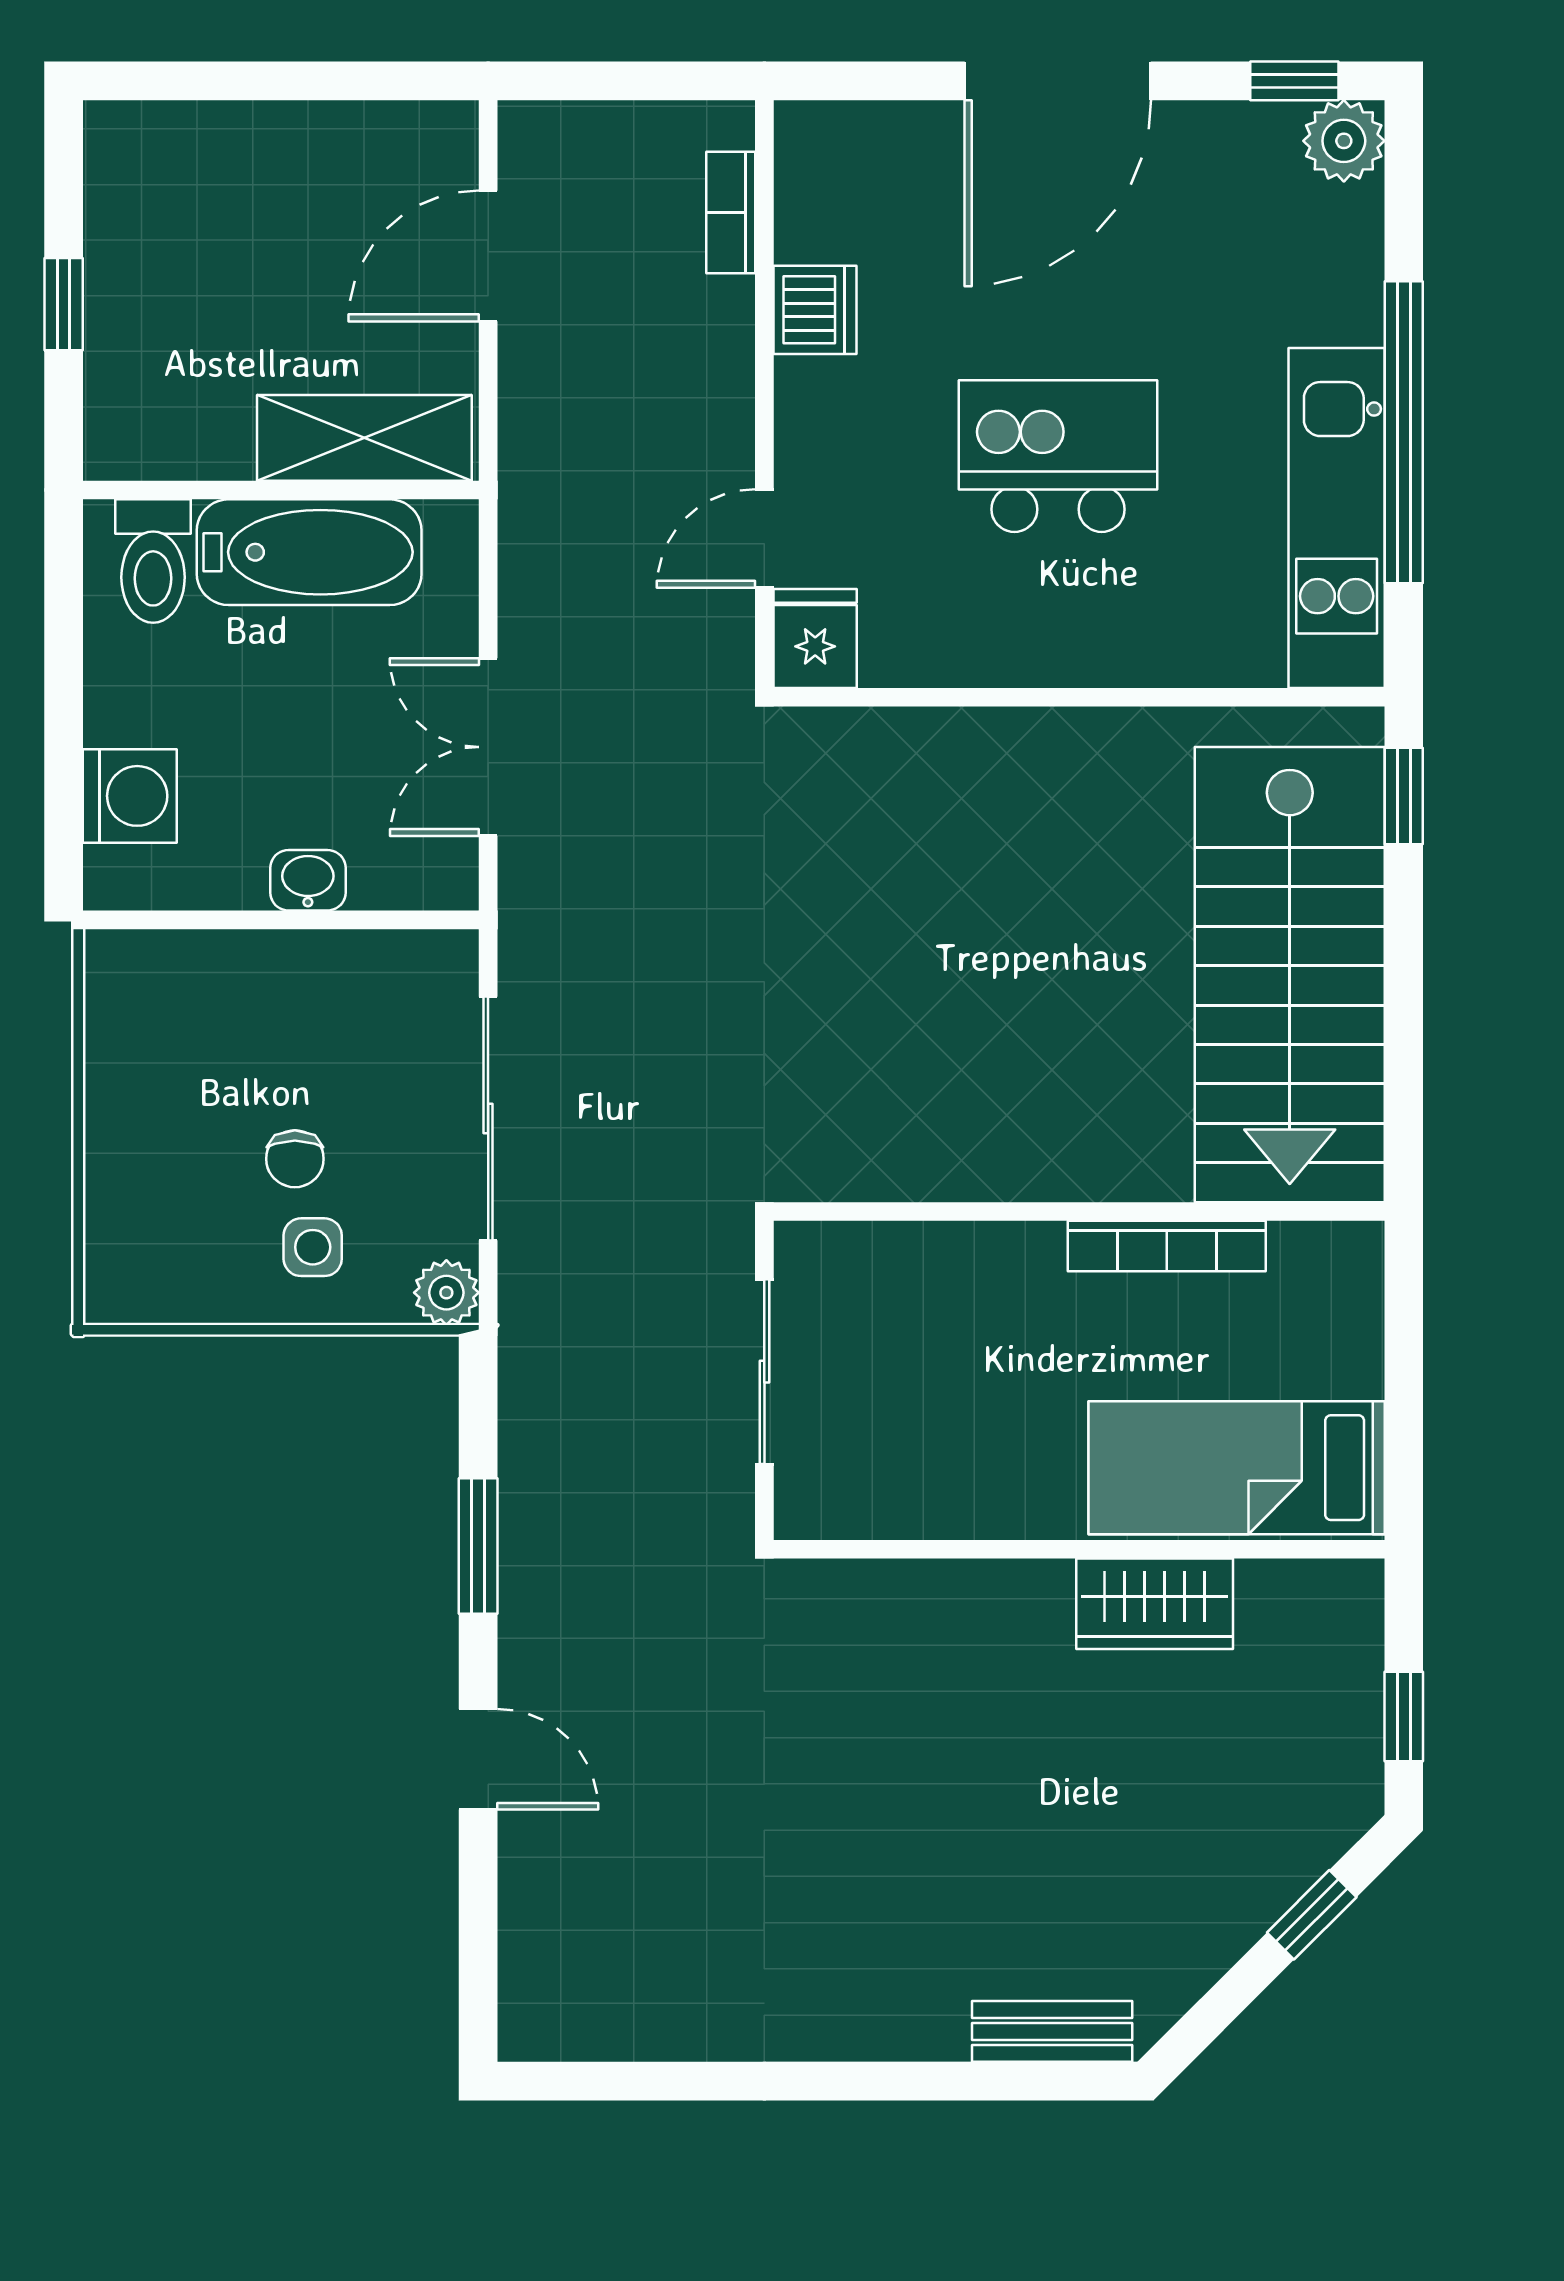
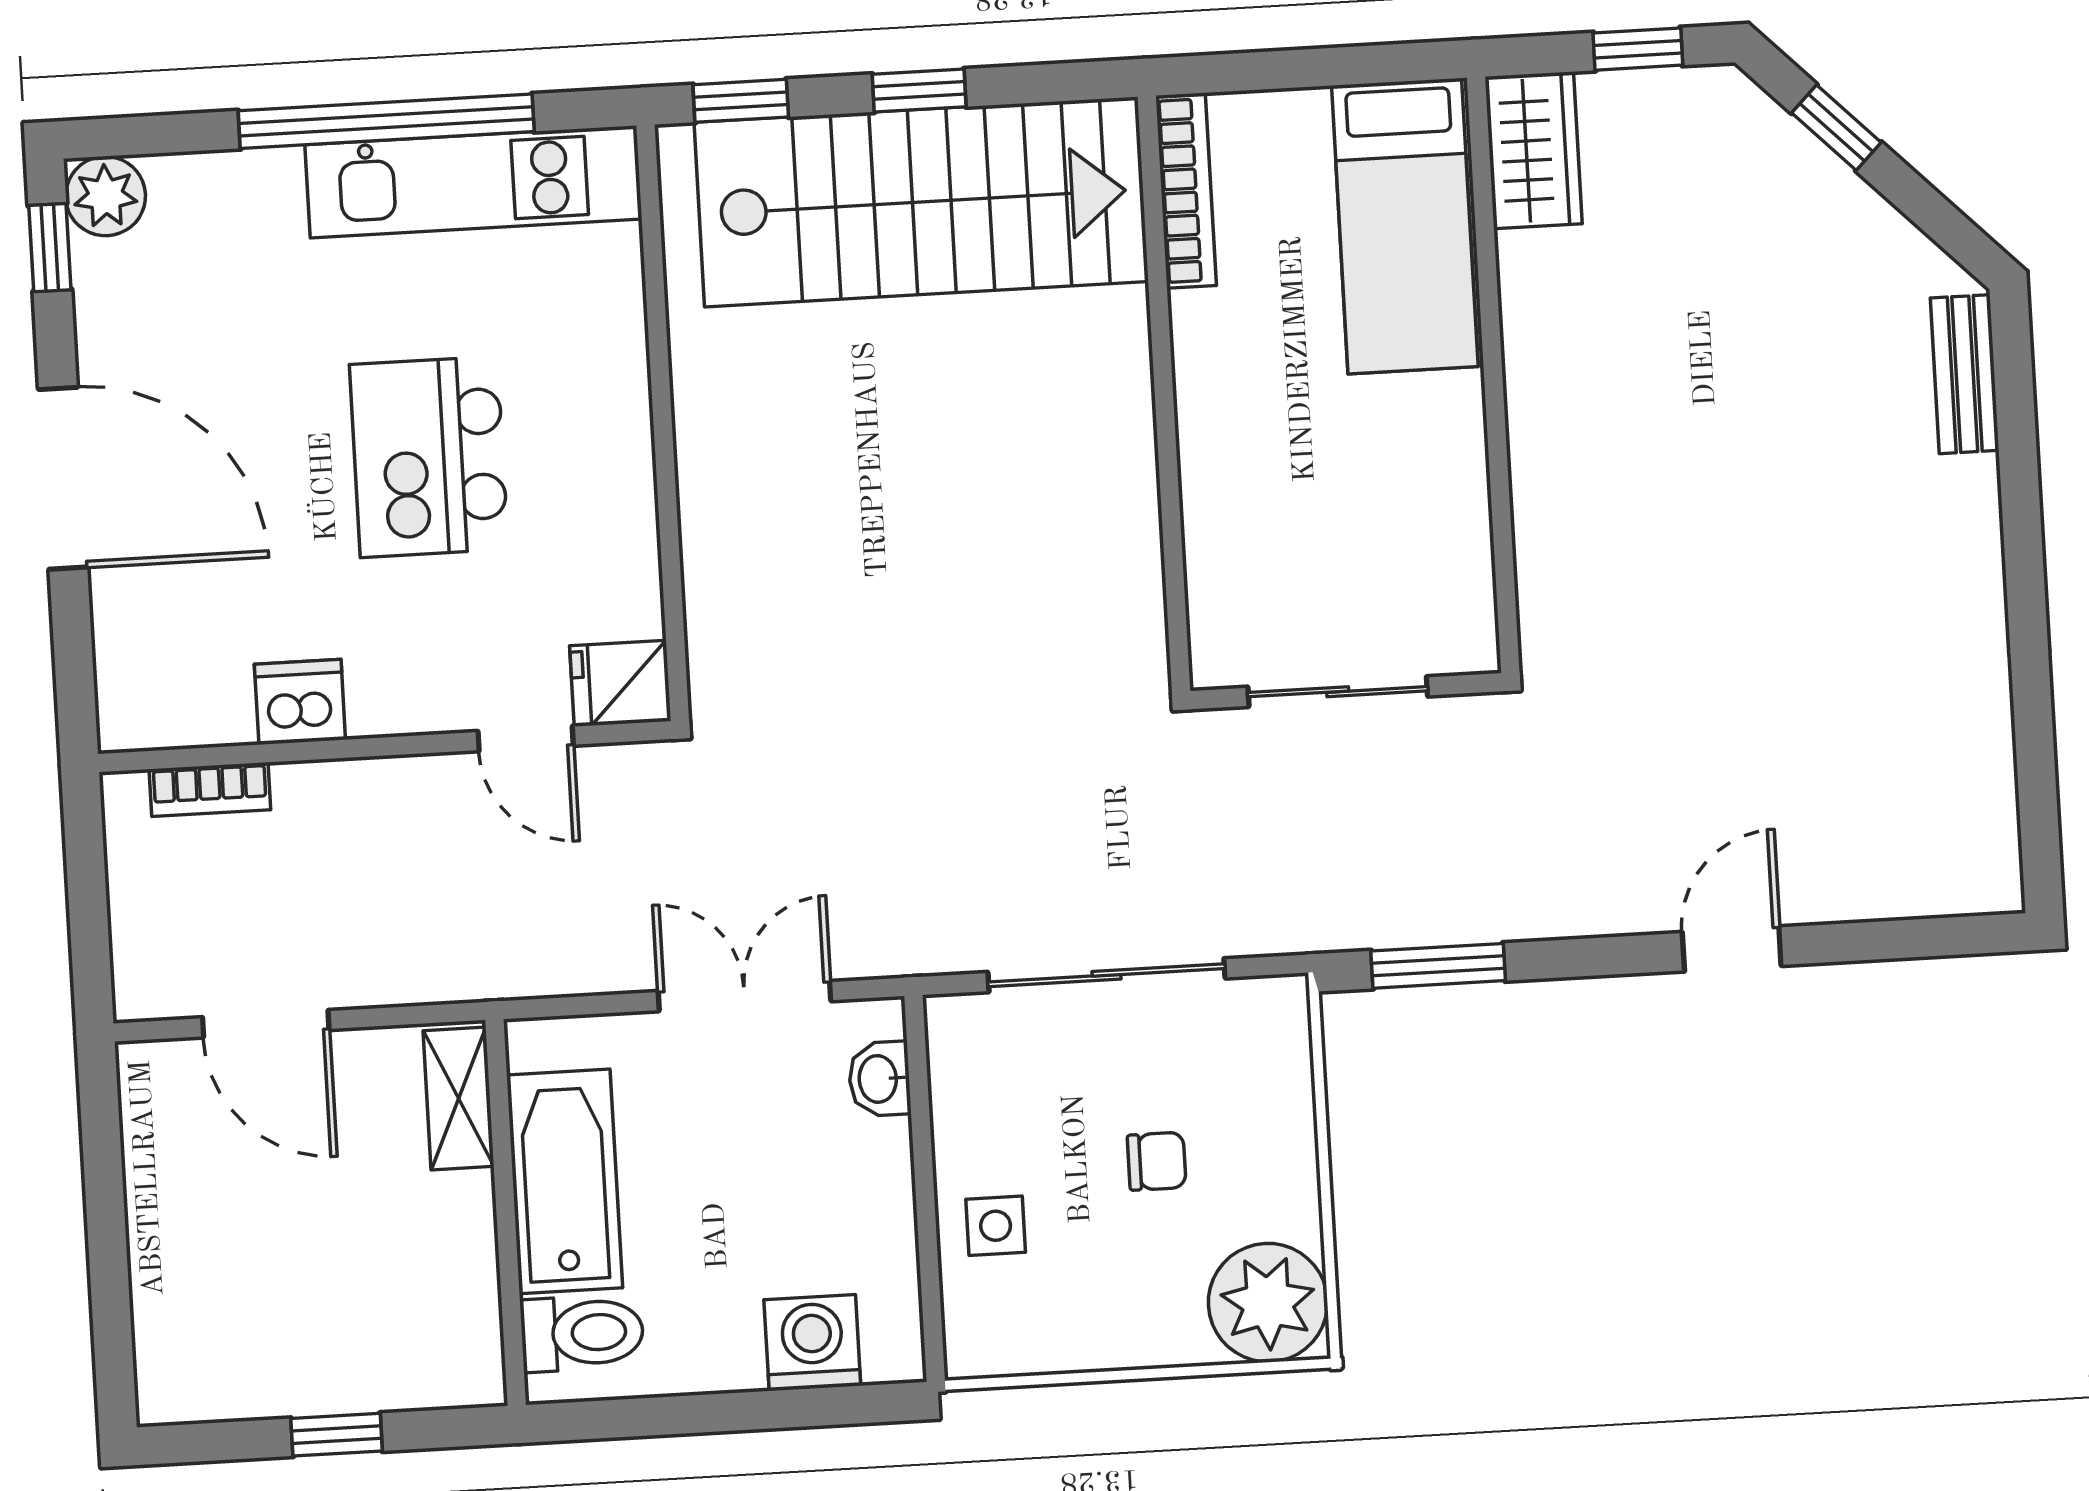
shelving: (364, 438) -> (459, 1099), width x0.67, depth x0.75
double door: (488, 747) -> (744, 996), swing flipped
washbasin: (308, 880) -> (880, 1079), moved
window: (1404, 979) -> (919, 90), added
bookcase: (1167, 1246) -> (1186, 191), moved
side table: (313, 1247) -> (996, 1226), moved
plant: (446, 1293) -> (1268, 1303), moved, width x1.87, depth x1.87
window: (478, 1546) -> (1438, 966), moved
wardrobe: (1155, 1604) -> (1534, 150), moved

